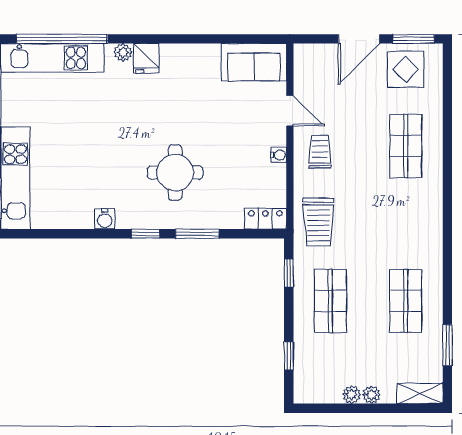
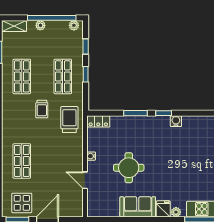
sofa: (254, 62) -> (138, 207), moved
trolley: (320, 151) -> (42, 109), moved
round table: (175, 173) -> (129, 168), moved
water cooler: (105, 219) -> (176, 121), moved
window: (289, 273) -> (86, 74), moved
plant: (352, 395) -> (74, 25), moved
window: (351, 408) -> (52, 18), added

